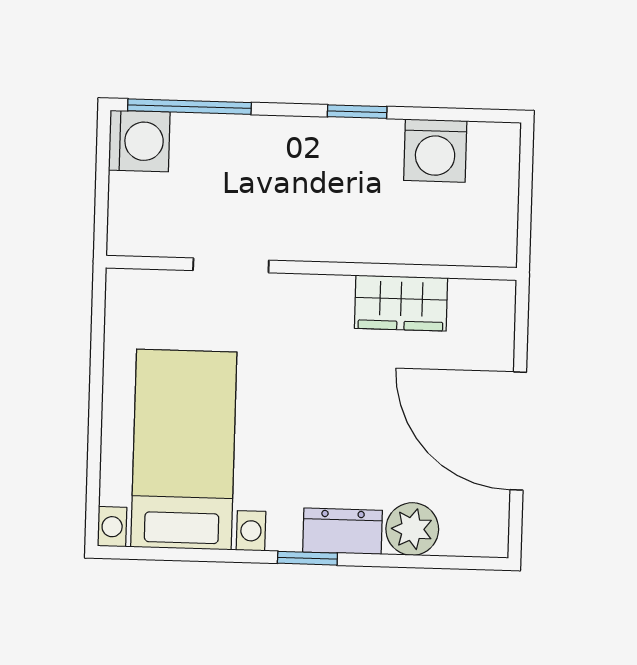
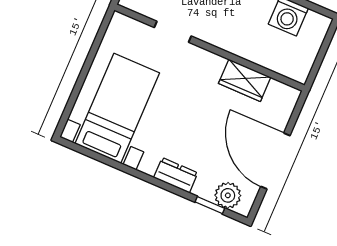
plant: (412, 529) -> (228, 195), moved
window: (307, 558) -> (210, 205), moved

